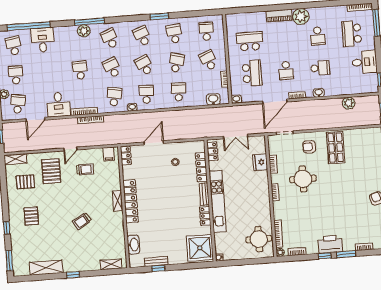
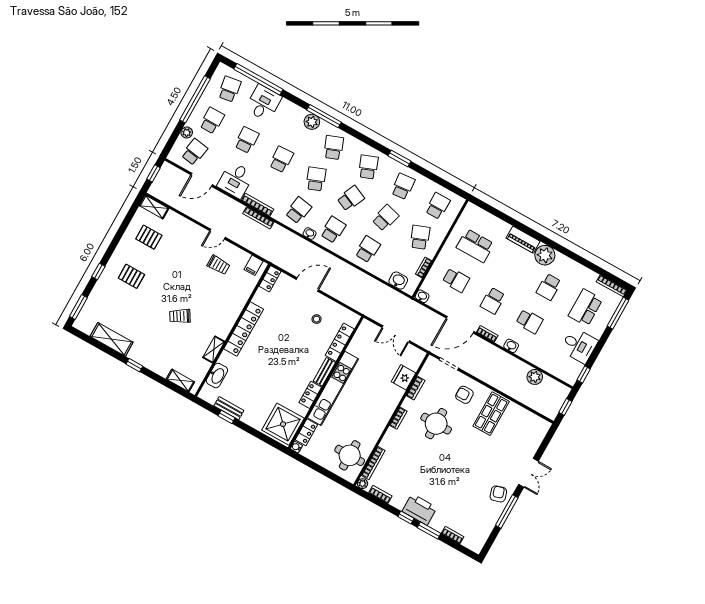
school desk: (250, 41) -> (475, 246), turned 180
school desk: (144, 65) -> (351, 198), turned 48
school desk: (48, 72) -> (247, 140), added
school desk: (252, 73) -> (456, 280), width x0.54
locker: (212, 151) -> (306, 432), moved
pallet: (51, 171) -> (183, 244), removed
shelving: (118, 201) -> (214, 349), moved
pallet: (31, 216) -> (131, 276), turned 90

